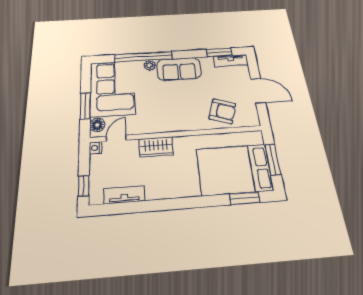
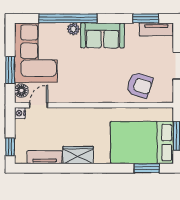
wardrobe: (156, 147) -> (78, 155), moved, turned 180

